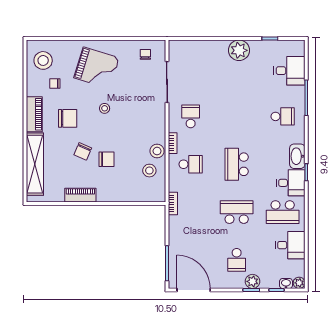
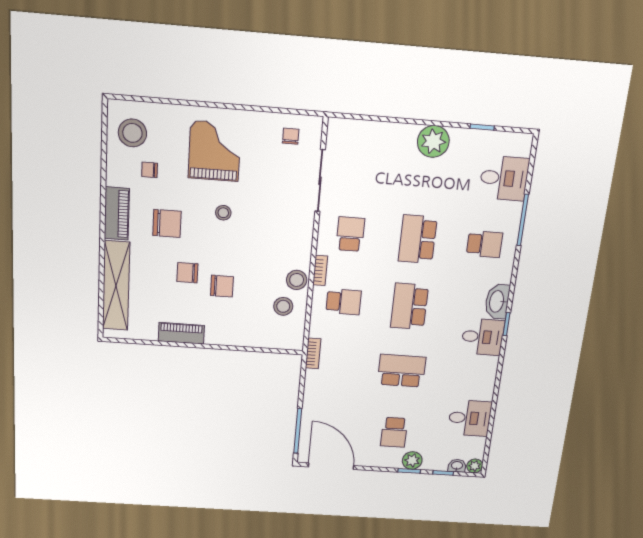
grand piano: (97, 68) -> (215, 151), turned -107
chair: (83, 151) -> (187, 273), turned 67
school desk: (283, 212) -> (418, 239), moved, turned 90

